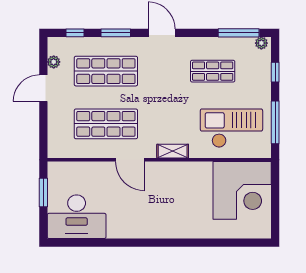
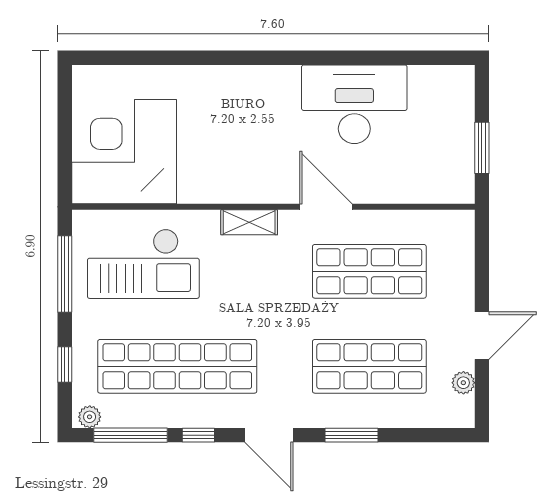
window: (75, 33) -> (198, 435), moved
shop shelf: (213, 71) -> (177, 366), width x2.00, depth x1.36
desk: (77, 217) -> (354, 104), moved

